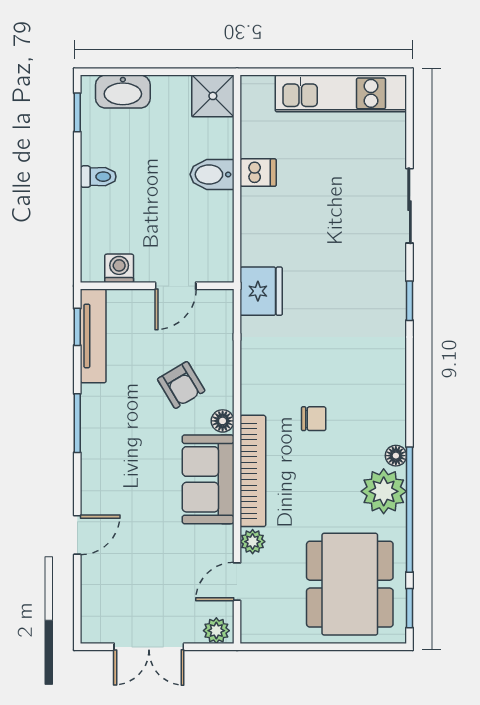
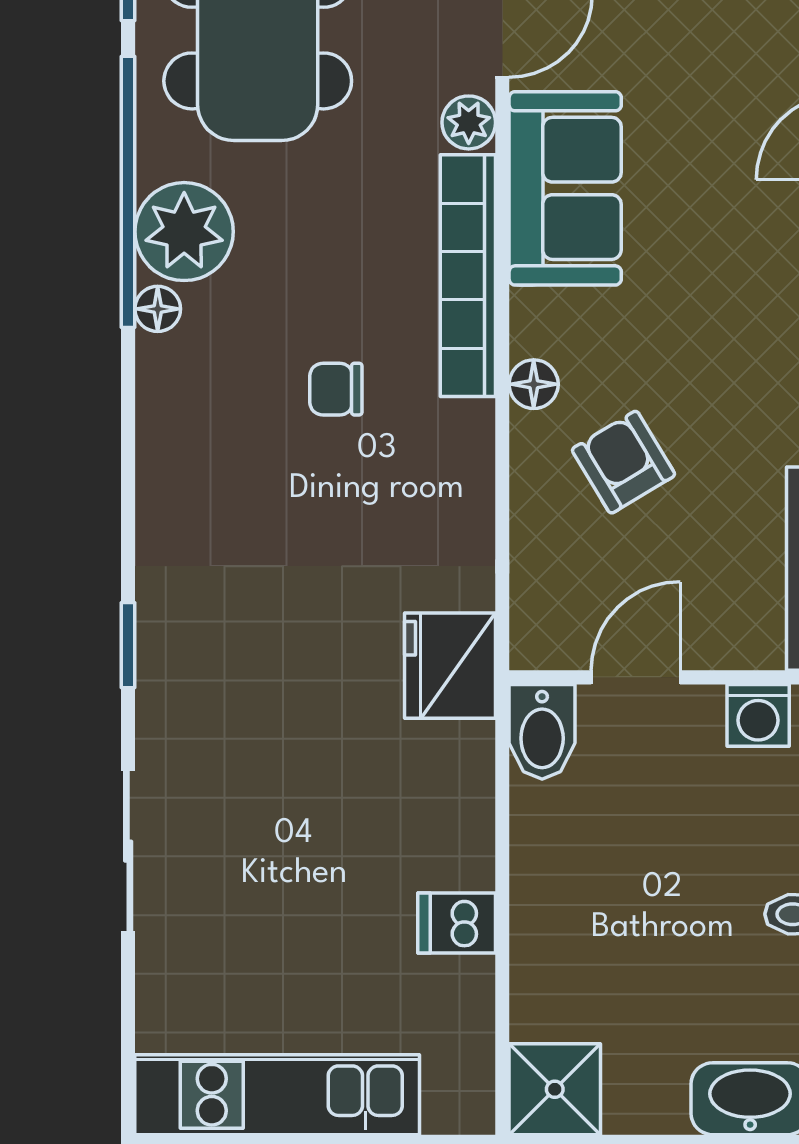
bidet: (212, 174) -> (542, 732), moved, turned 90
sofa: (208, 479) -> (565, 188), moved

